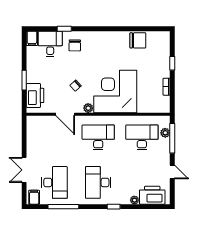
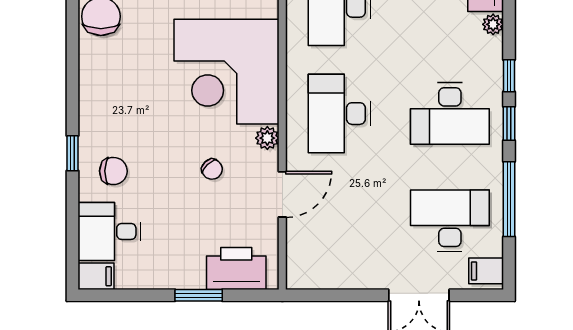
window: (64, 29) -> (72, 153), moved
window: (94, 207) -> (509, 123), added

